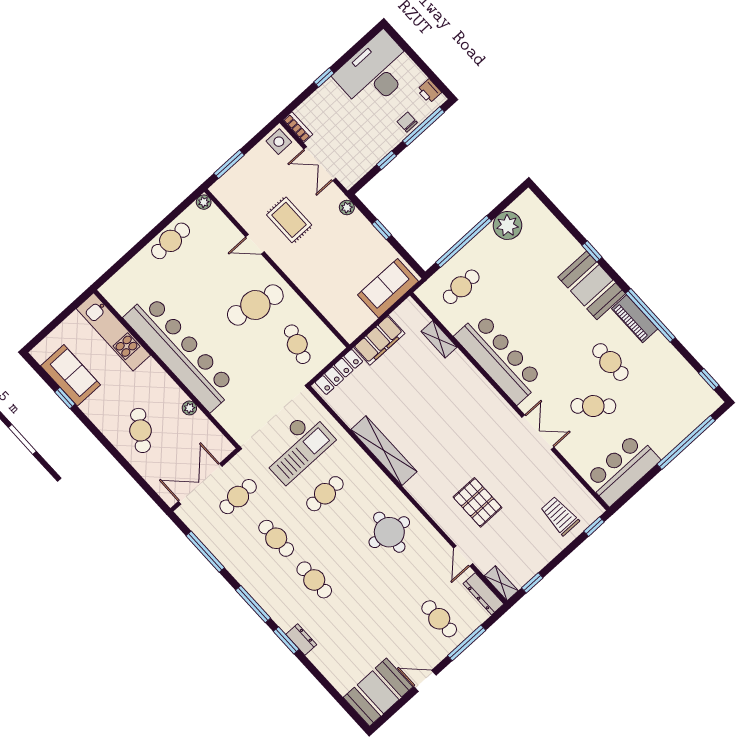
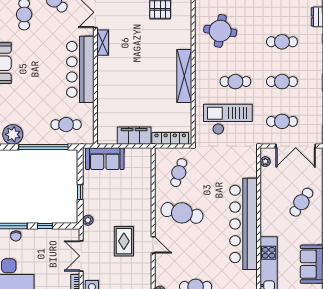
double door: (320, 164) -> (81, 256), swing flipped
shelving: (439, 339) -> (103, 43), moved
plant: (189, 408) -> (265, 162), moved
cafe table: (276, 538) -> (282, 82), turned 90
cafe table: (314, 580) -> (282, 42), turned 90

